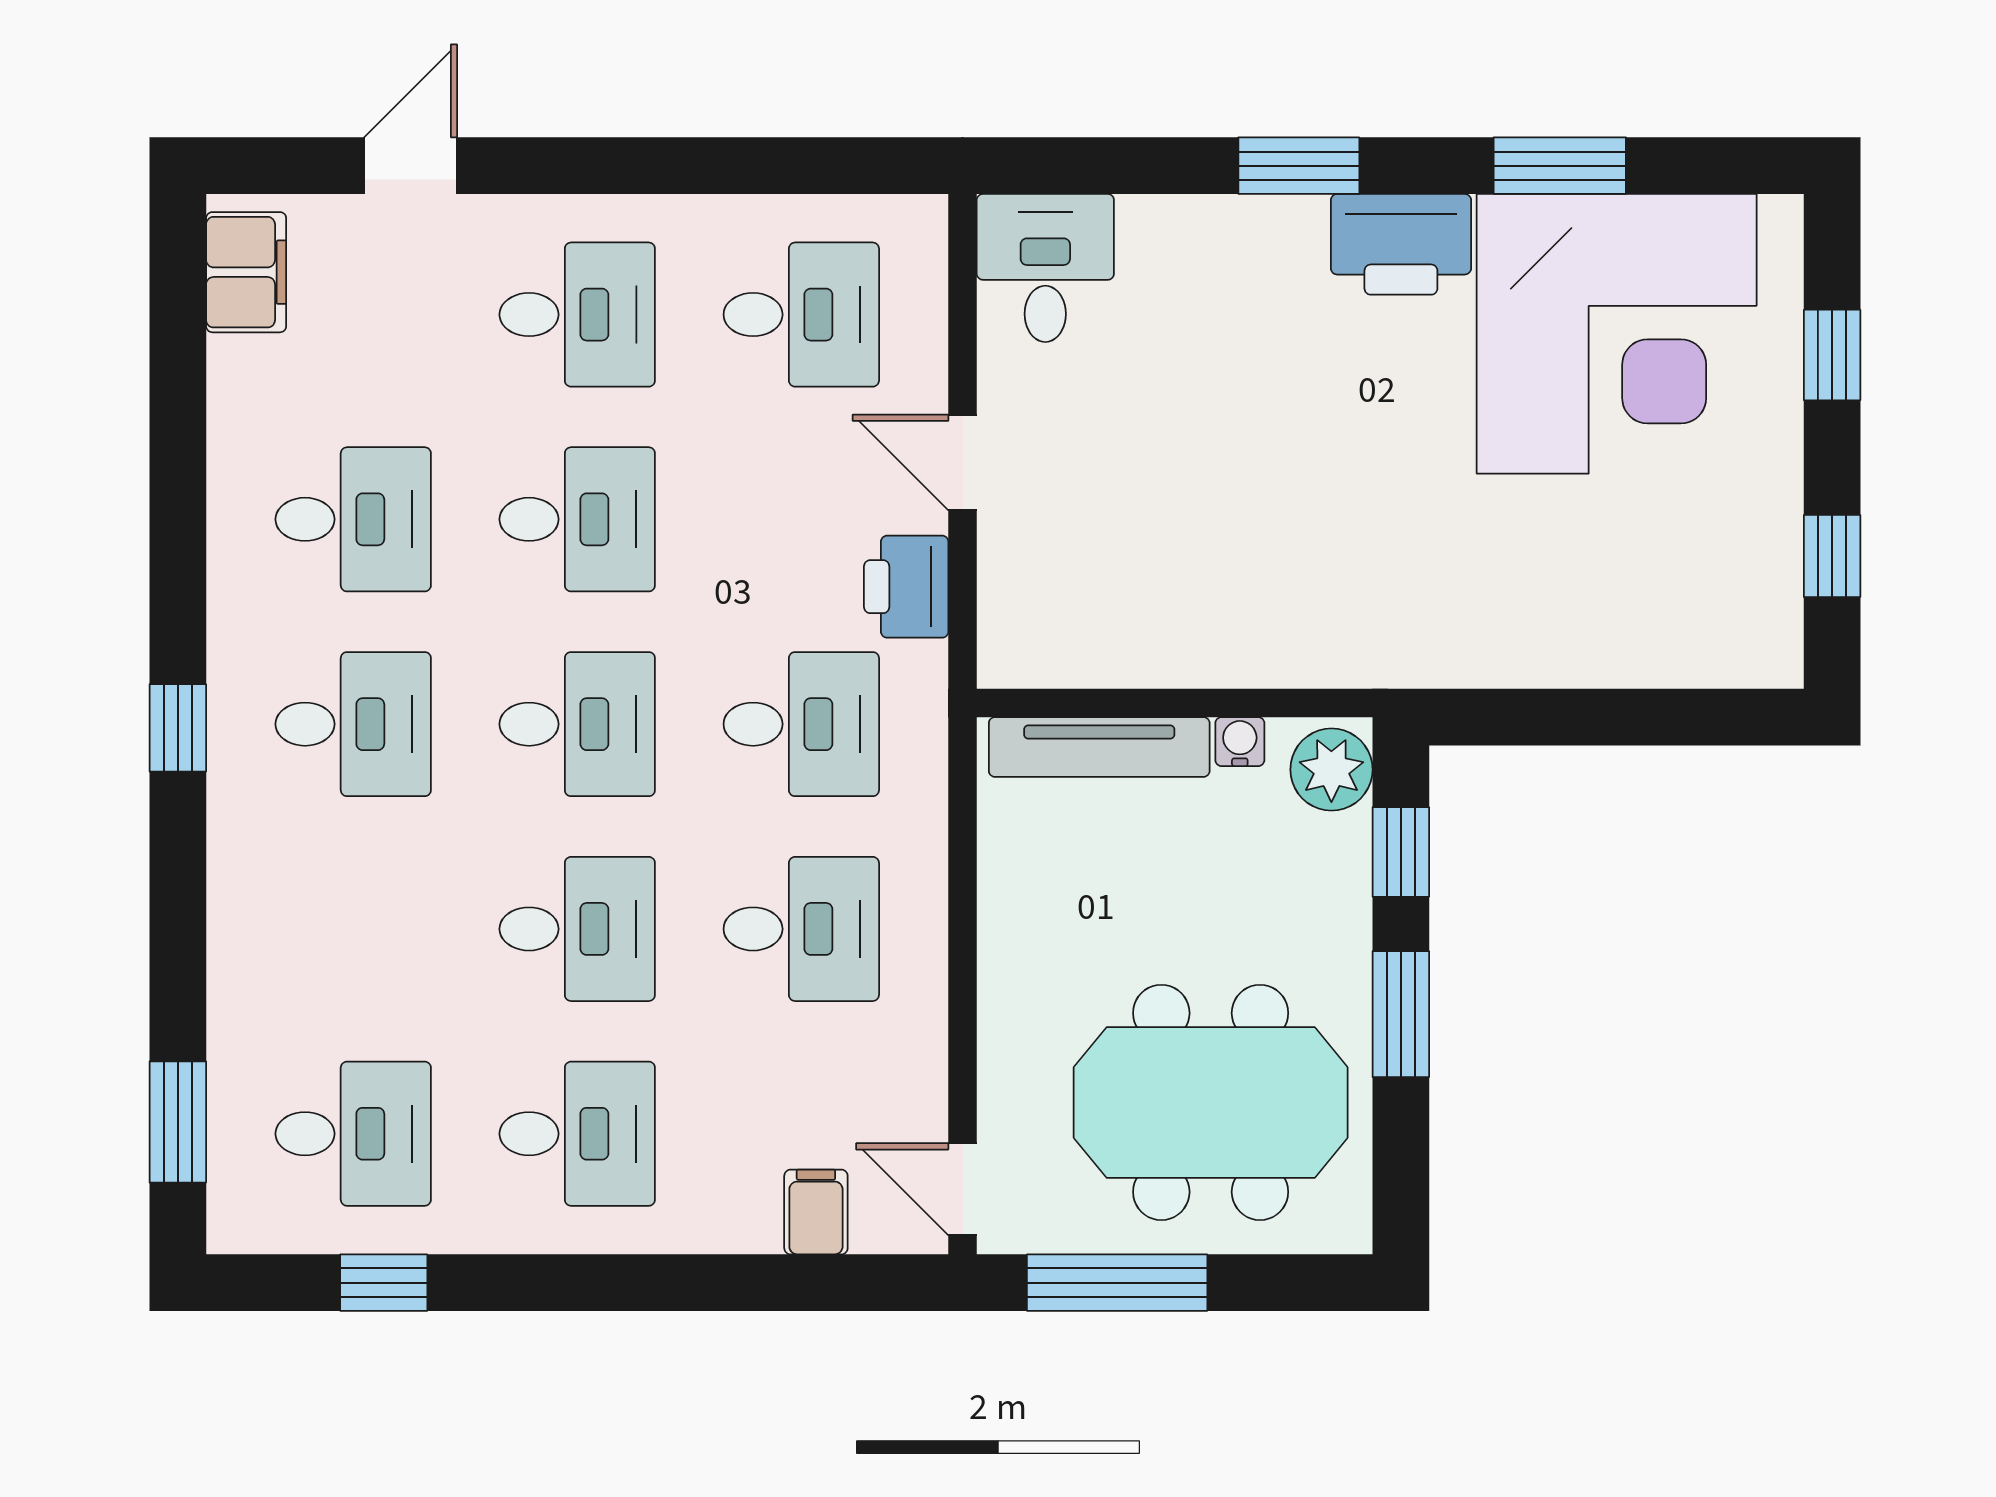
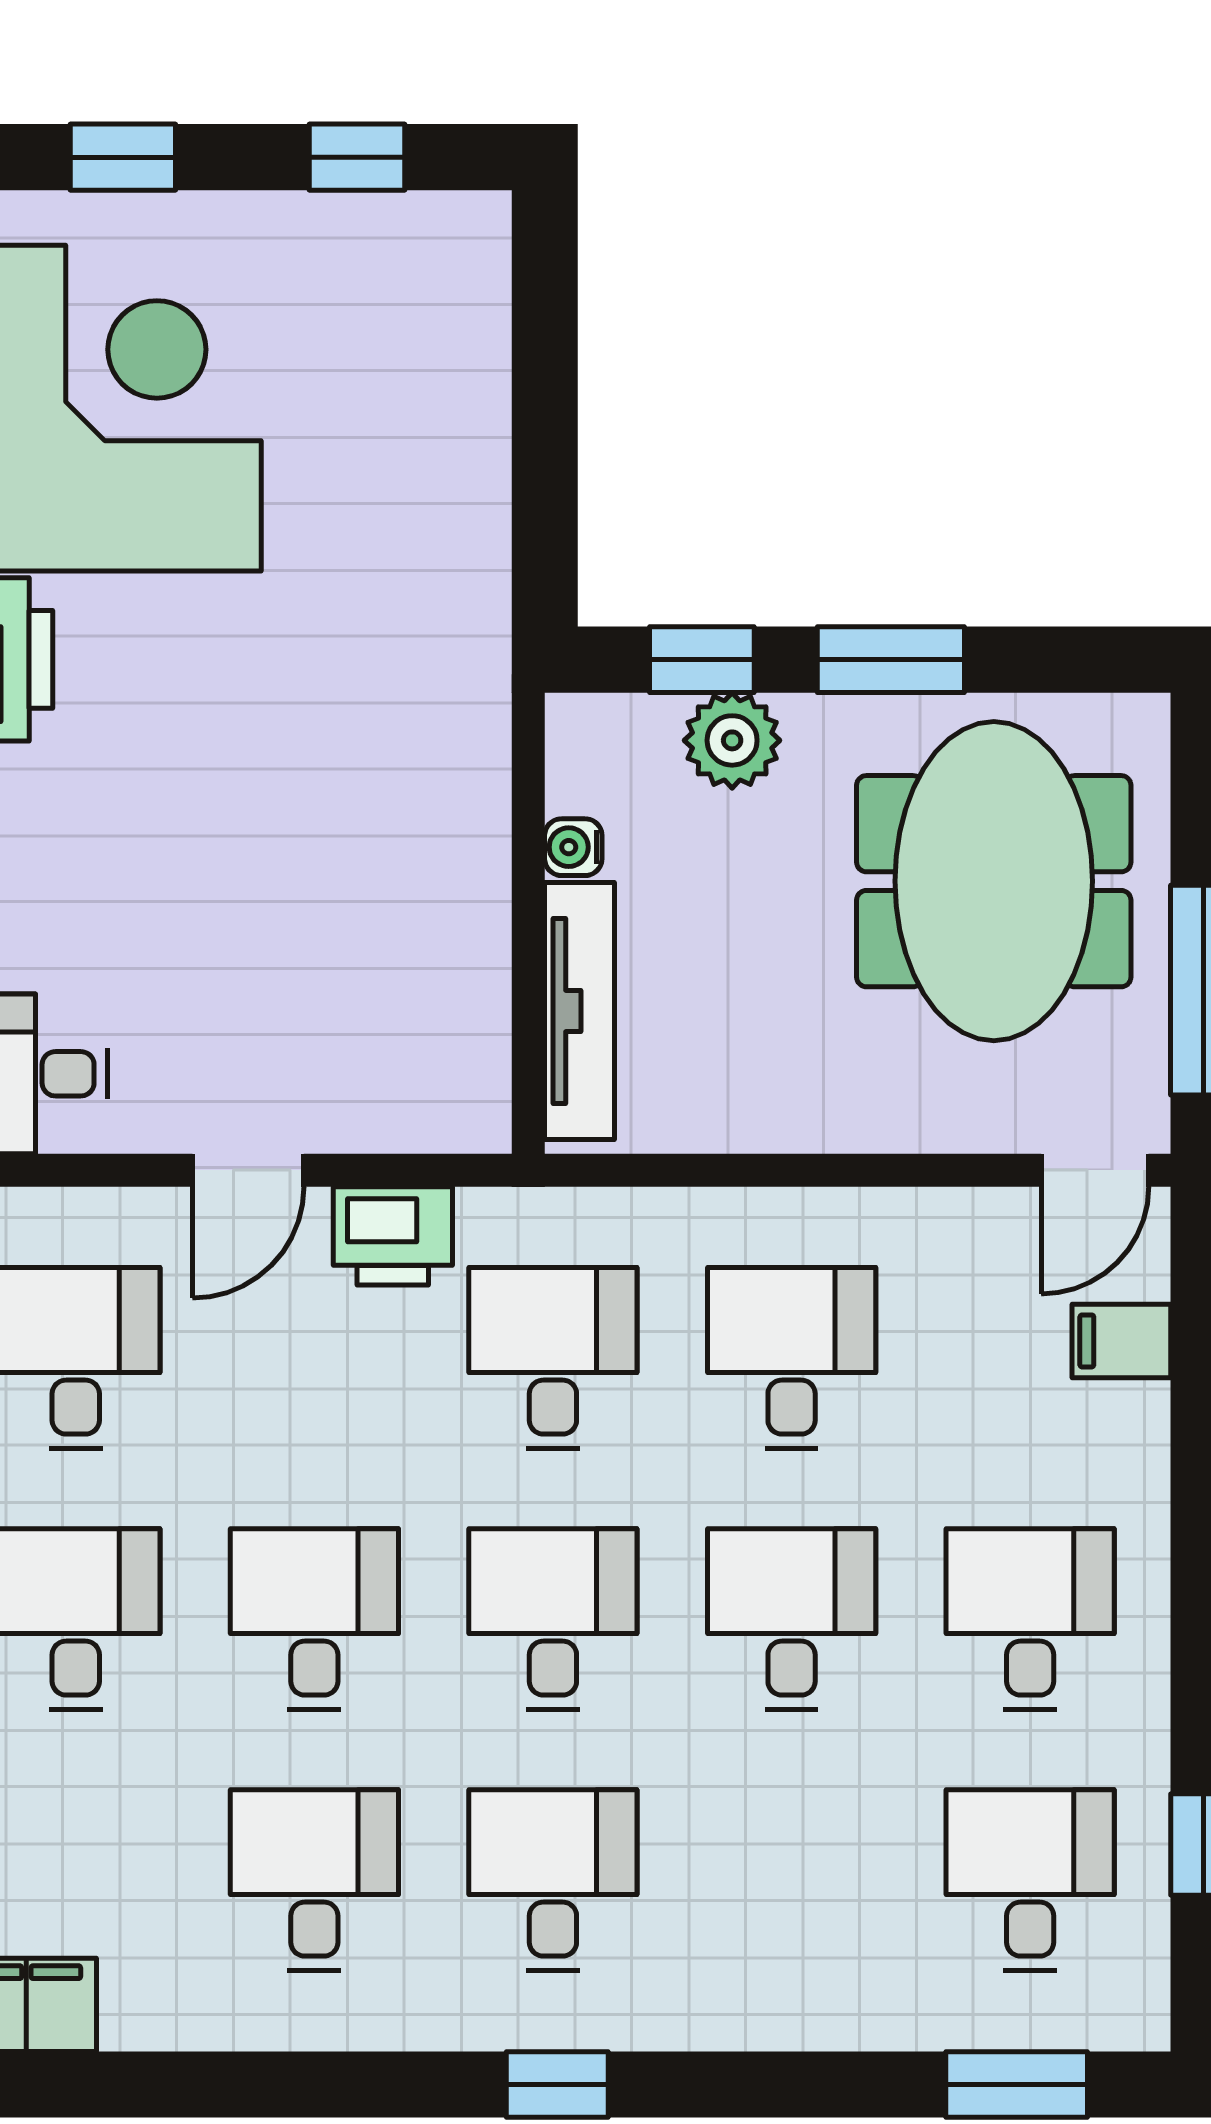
plant: (1331, 770) -> (732, 740), moved

